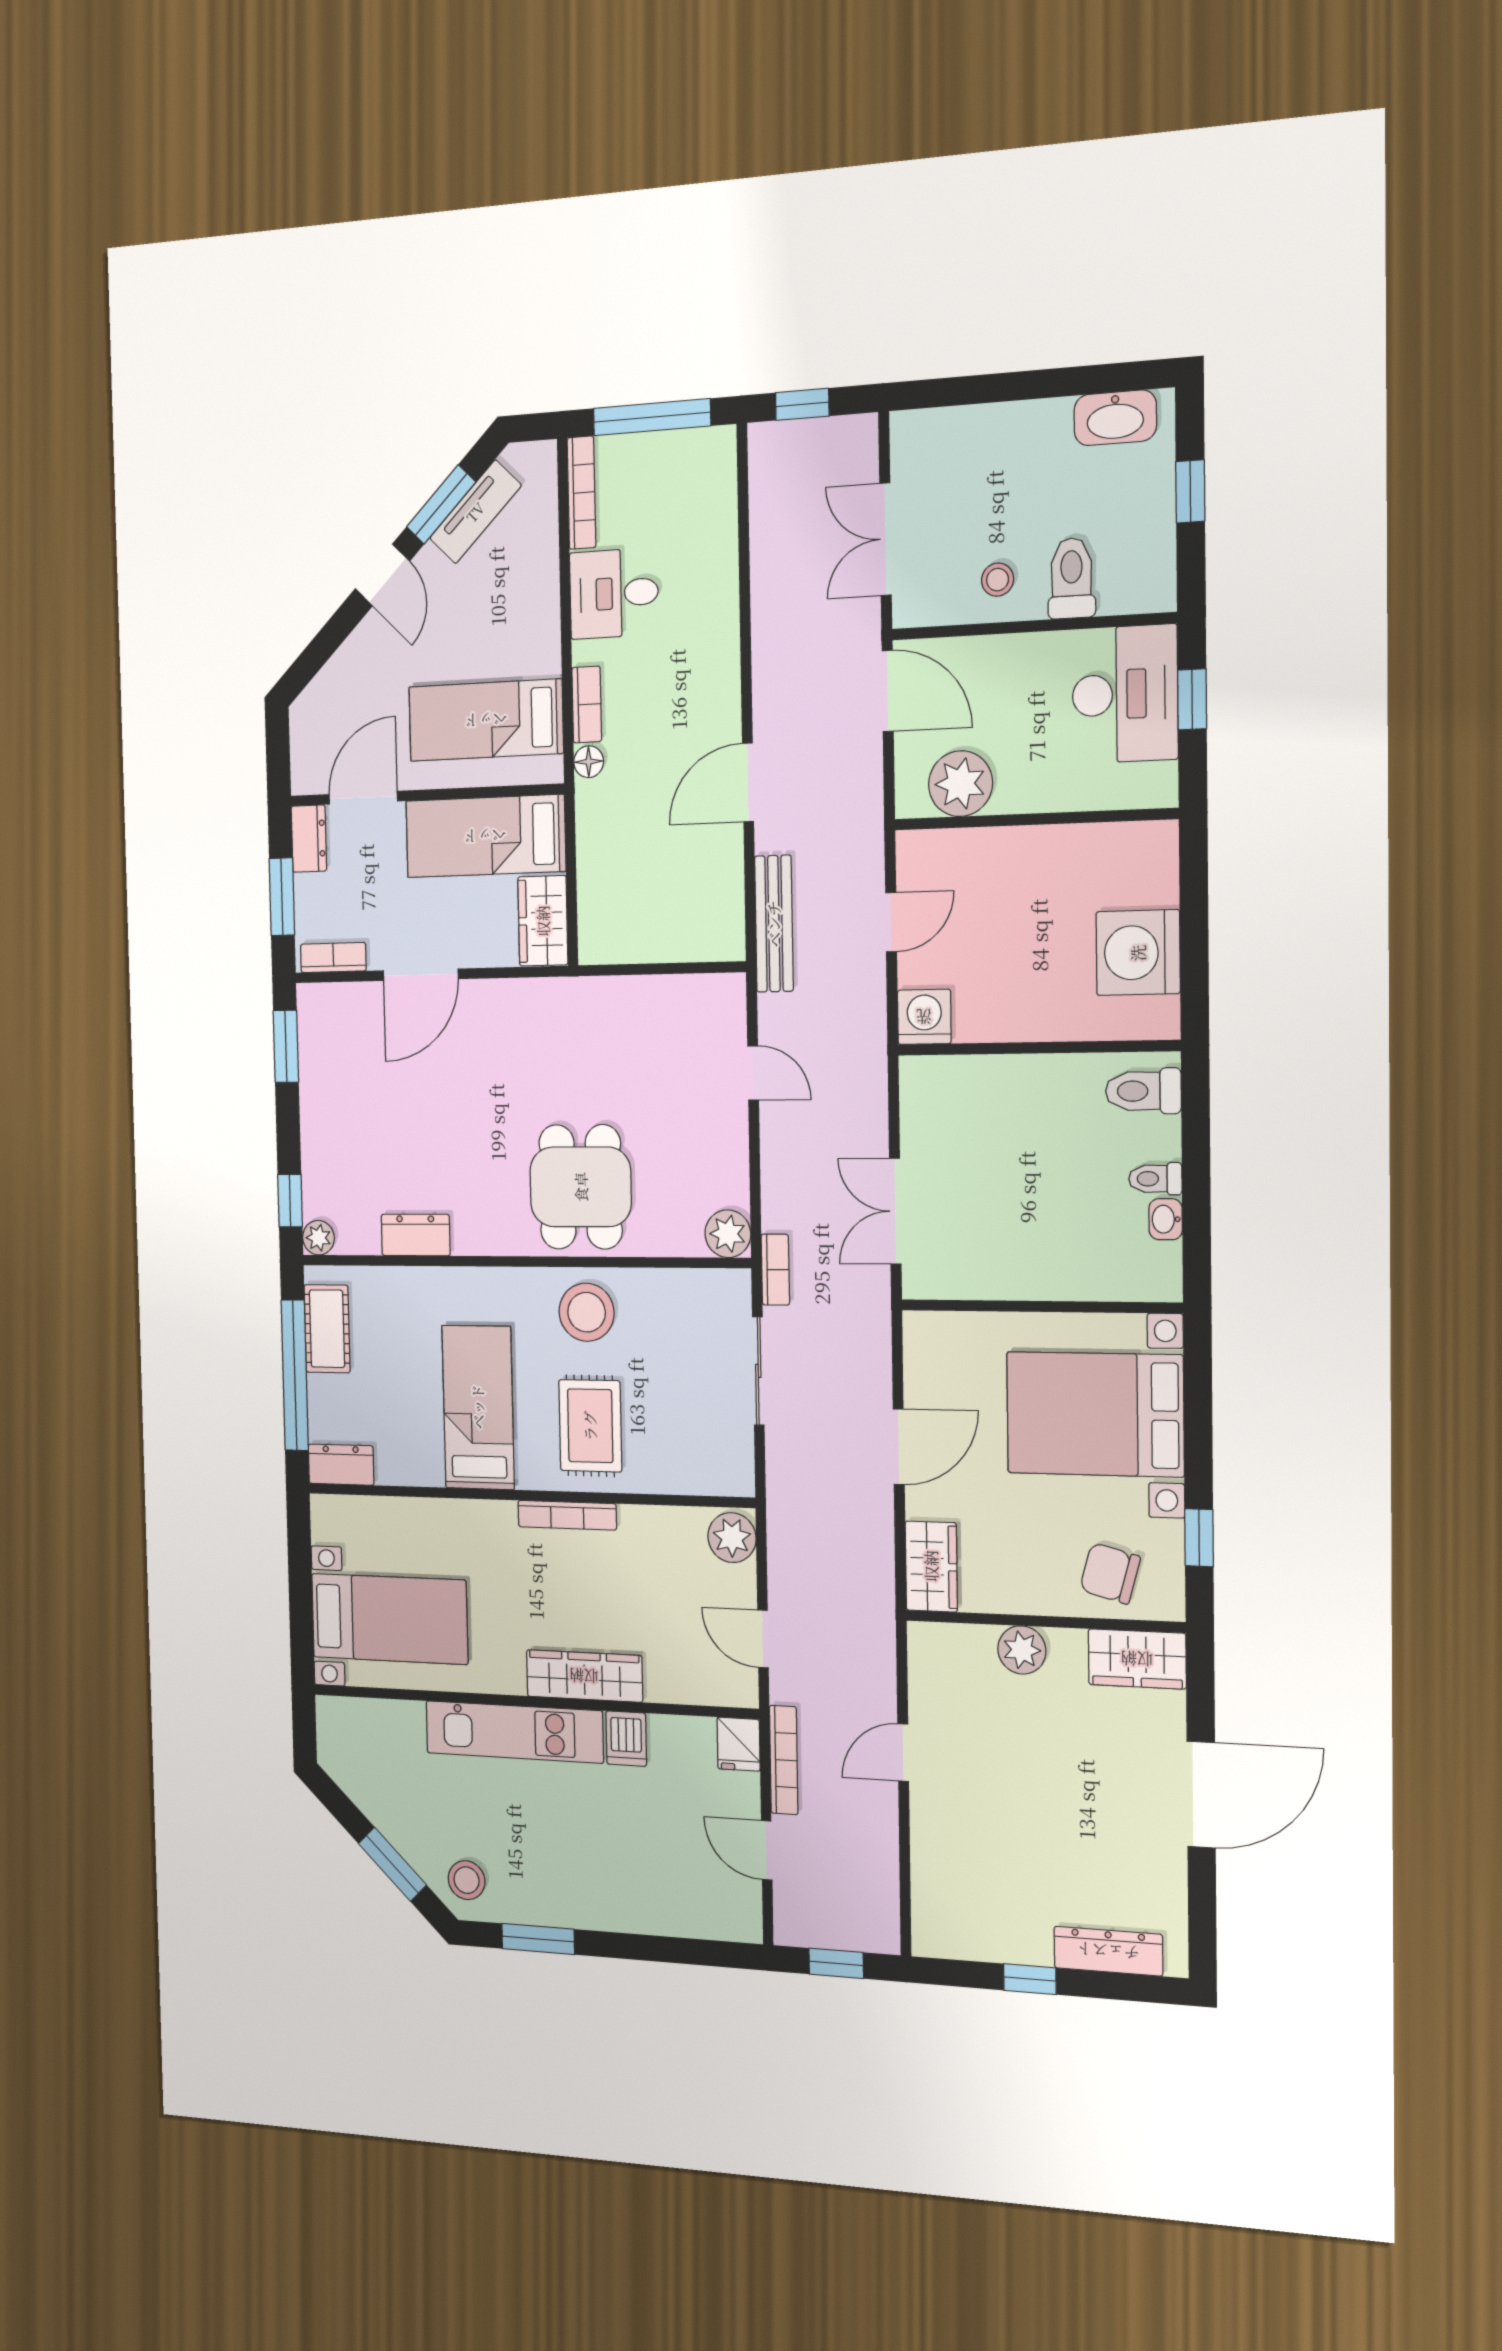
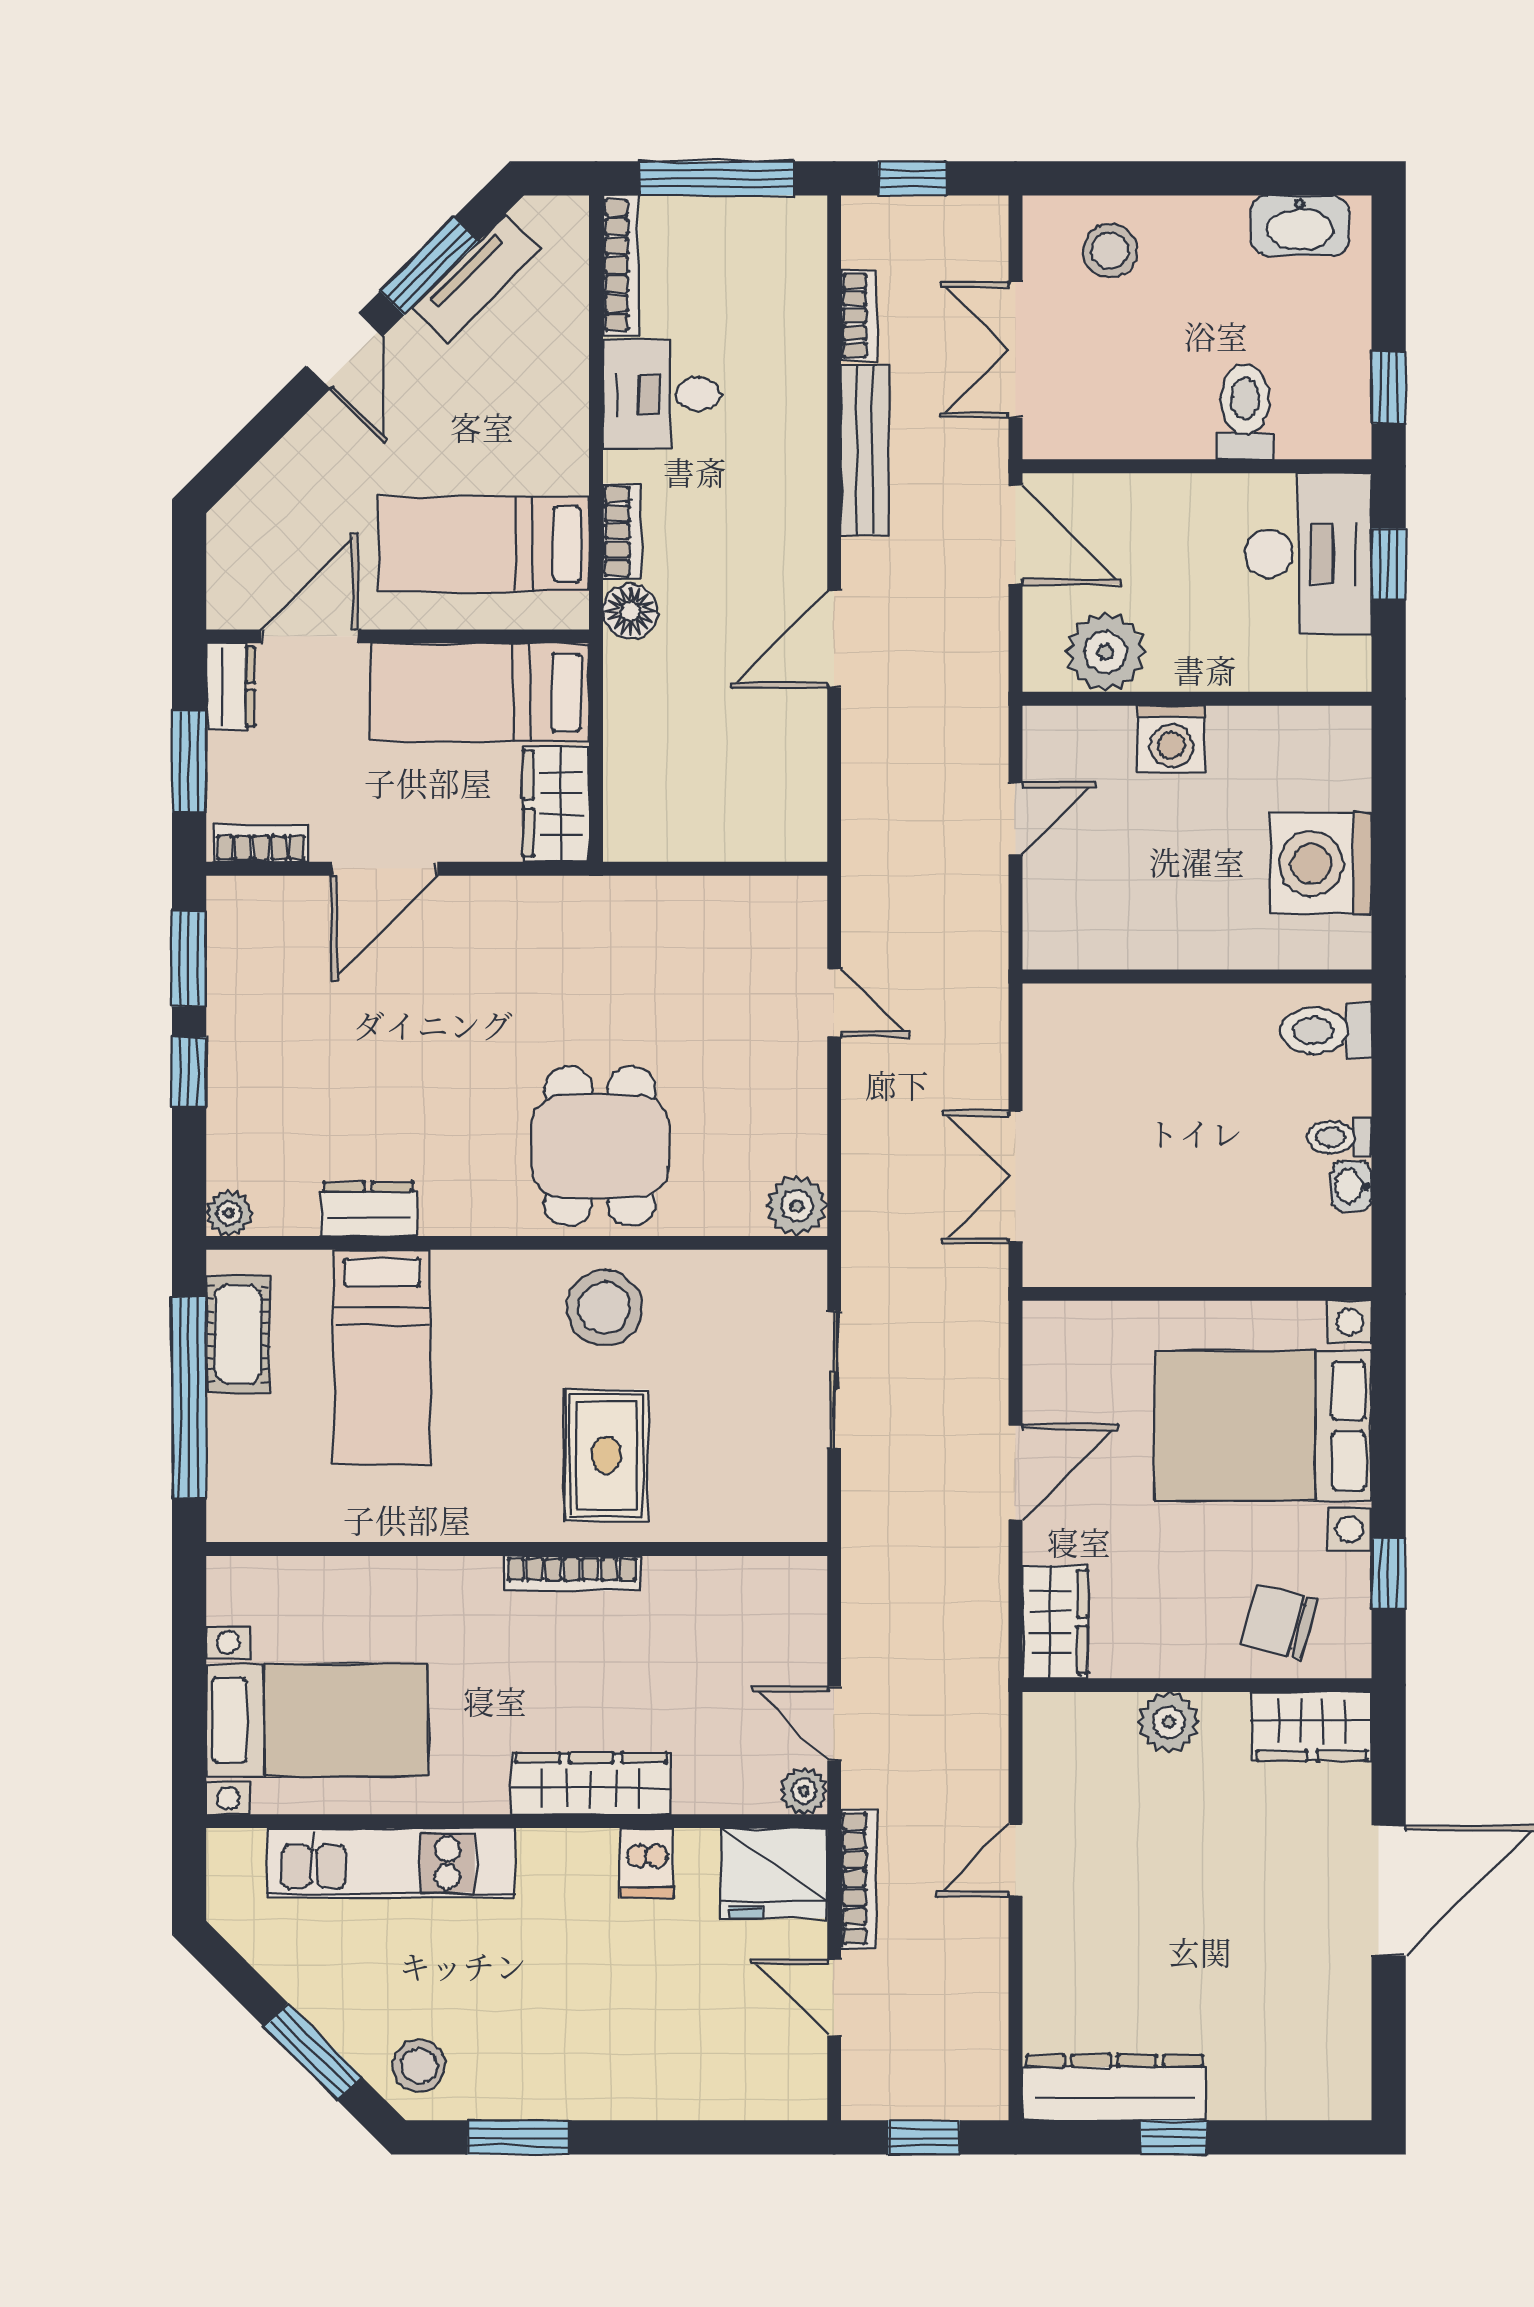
window: (1190, 491) -> (1389, 388), moved
stool: (998, 580) -> (1110, 251), moved, width x1.37, depth x1.37
floor lamp: (589, 762) -> (630, 611), width x1.37, depth x1.37
bench: (774, 924) -> (865, 450), moved
washing machine: (924, 1017) -> (1171, 739), moved, turned 180
window: (290, 1201) -> (189, 1072), moved
bookcase: (775, 1270) -> (859, 316), moved
bed: (478, 1407) -> (382, 1357), moved, turned 180
dresser: (341, 1465) -> (253, 1516), removed
plant: (732, 1538) -> (804, 1791), moved, width x0.73, depth x0.73
kitchen unit: (514, 1732) -> (390, 1863), moved
fridge: (739, 1744) -> (774, 1873), width x1.88, depth x1.34
dresser: (1108, 1951) -> (1114, 2088), moved, width x1.37, depth x1.24

